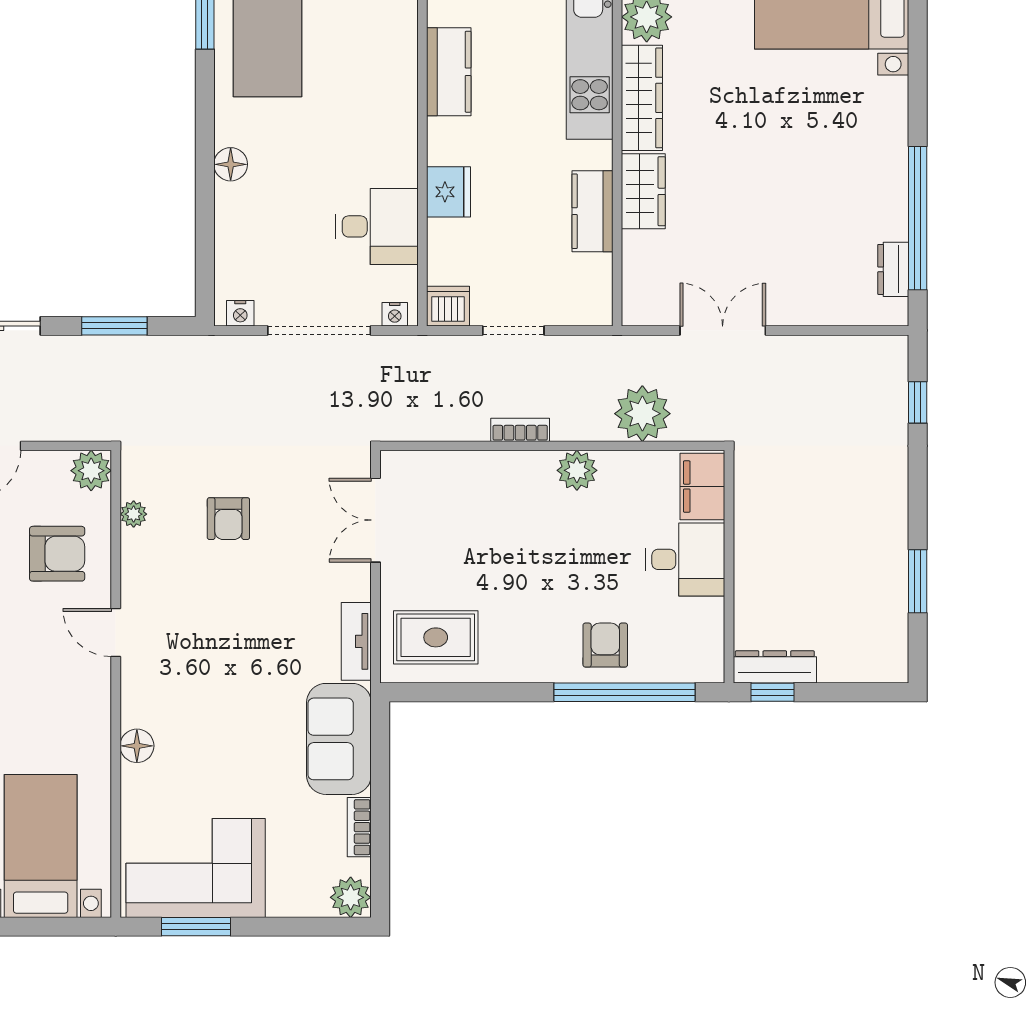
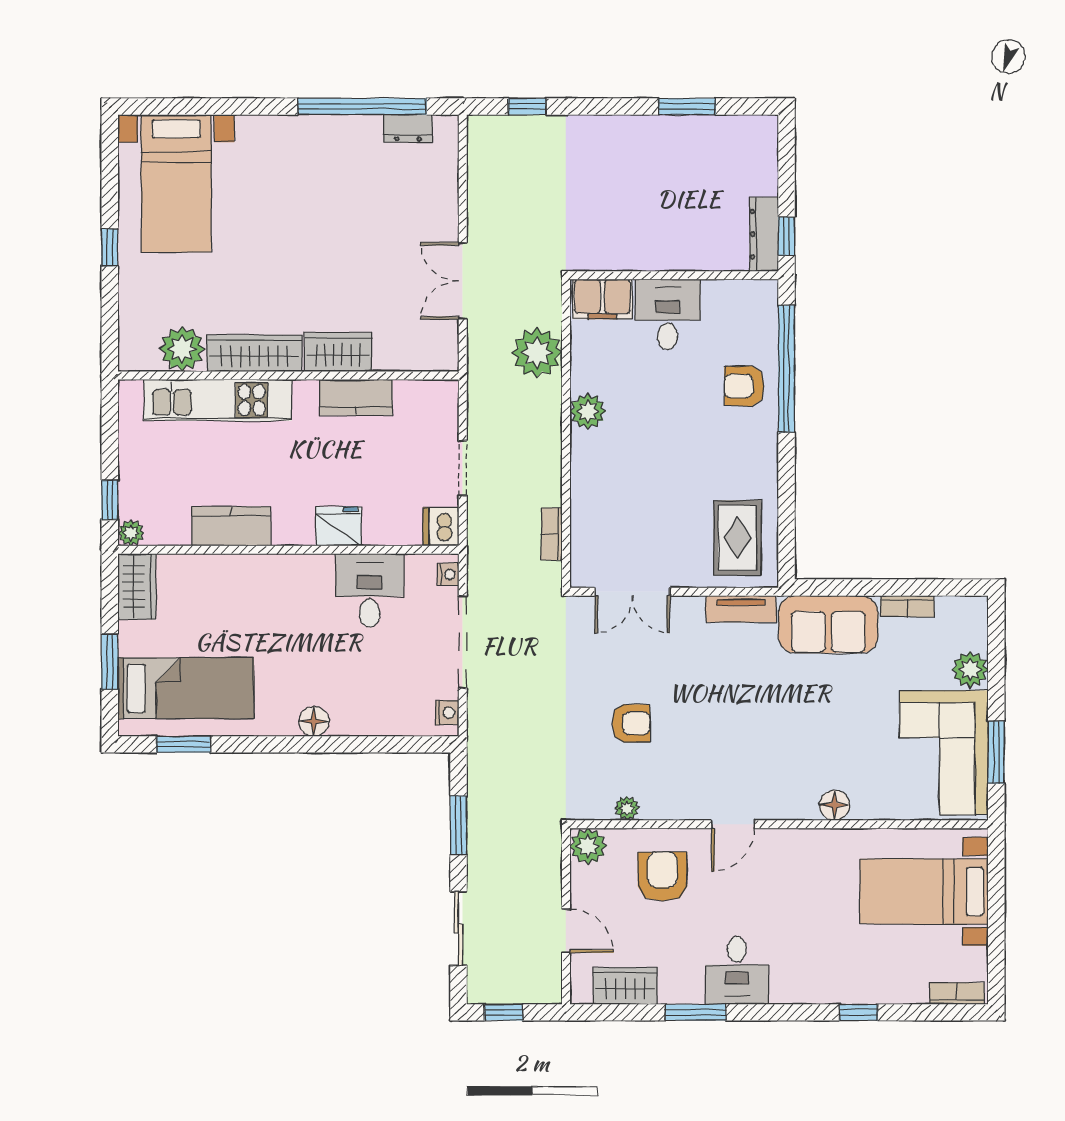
bookcase: (520, 430) -> (552, 534), moved
plant: (351, 897) -> (970, 669), moved

